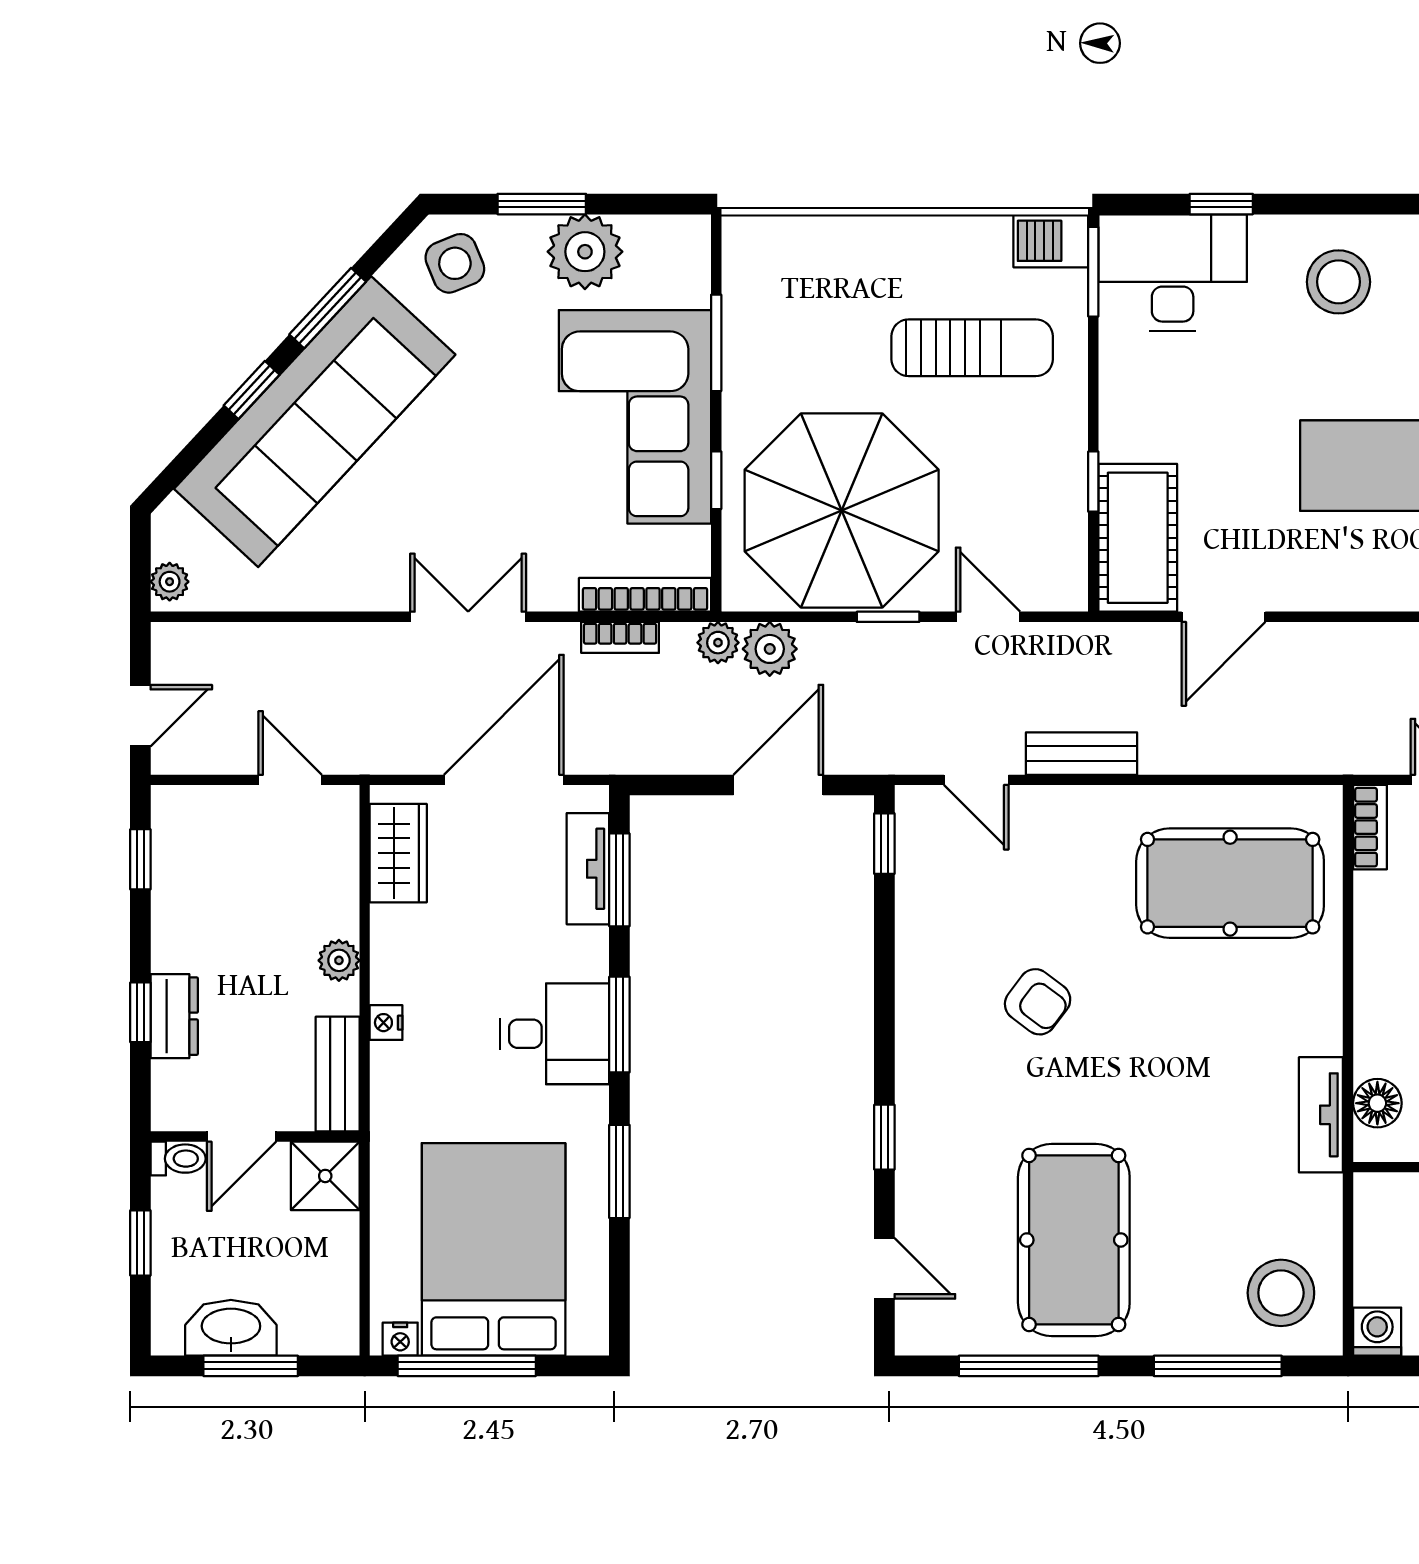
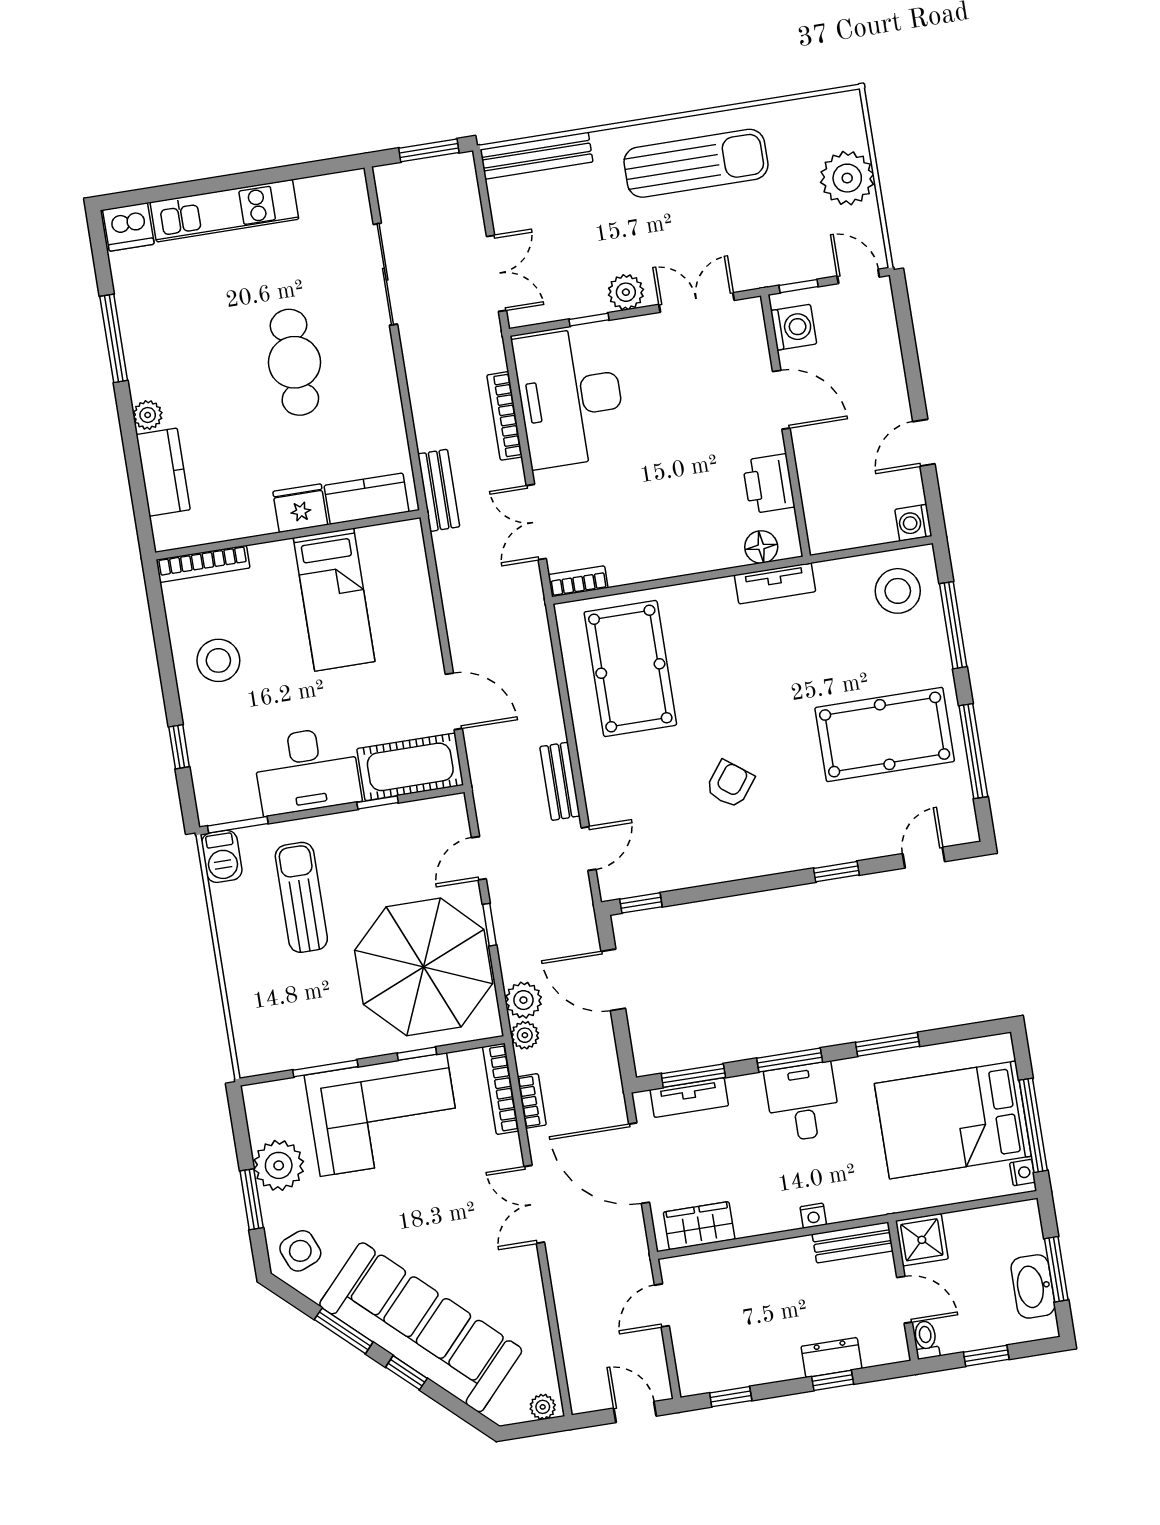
desk: (1173, 273) -> (307, 770), moved, turned -90
plant: (339, 960) -> (777, 1254), removed

